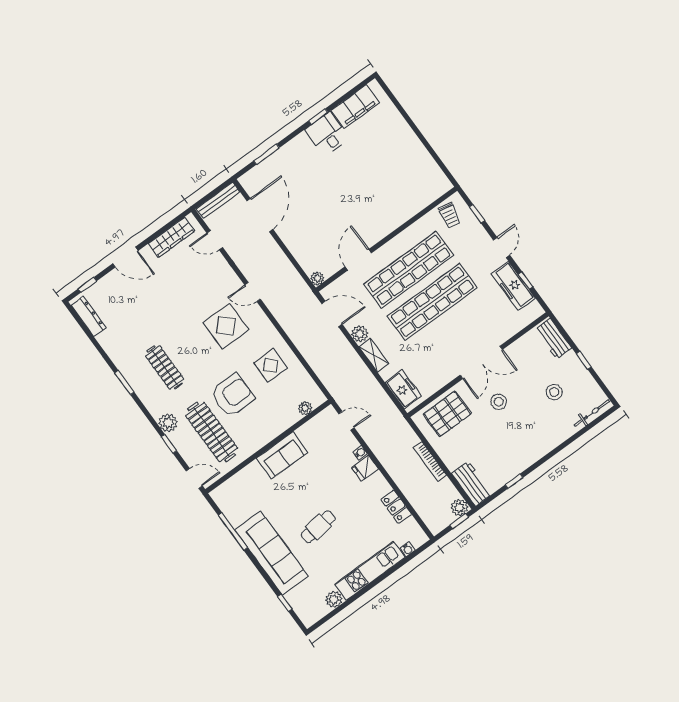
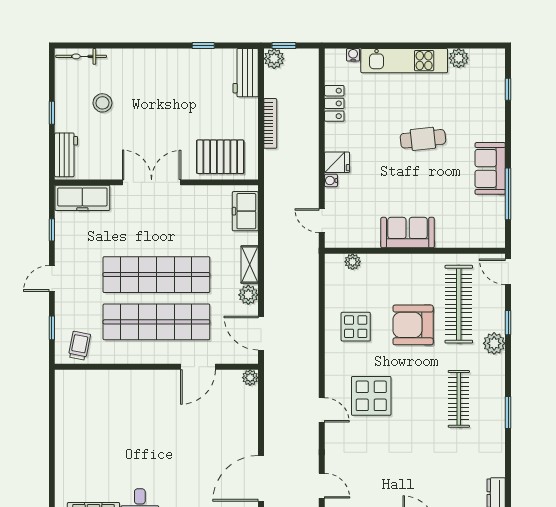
freezer: (513, 286) -> (82, 198), moved, turned 90
stool: (499, 402) -> (162, 132), removed
sofa: (271, 553) -> (490, 168), width x0.54, depth x0.79

